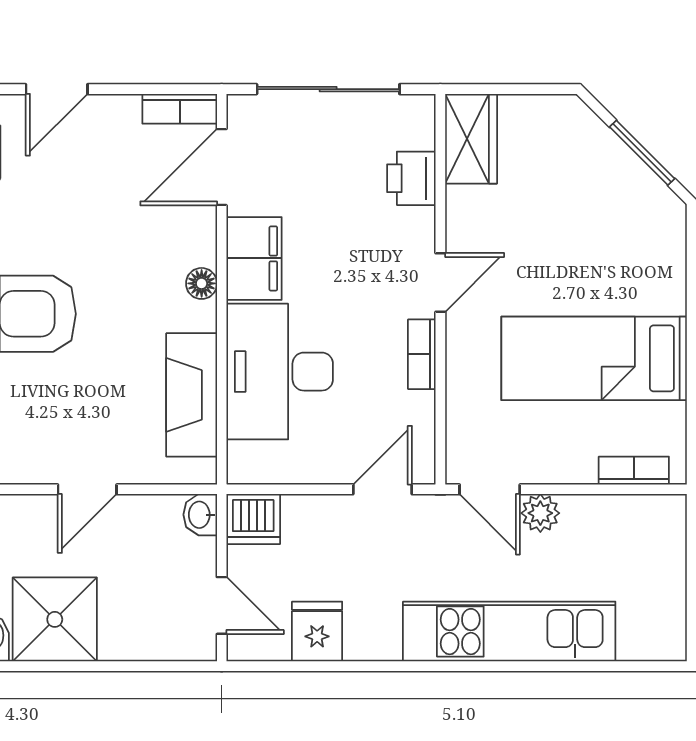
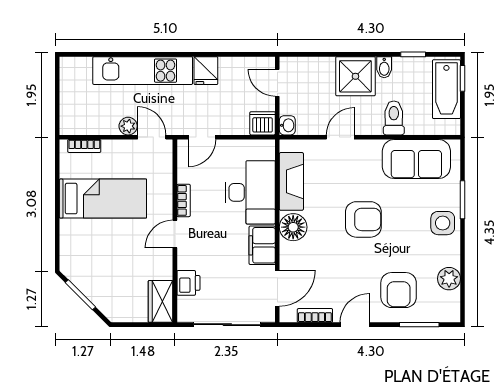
bookcase: (180, 109) -> (315, 315), moved
floor lamp: (202, 283) -> (293, 227), width x1.89, depth x1.89
fridge: (317, 632) -> (206, 71), moved

